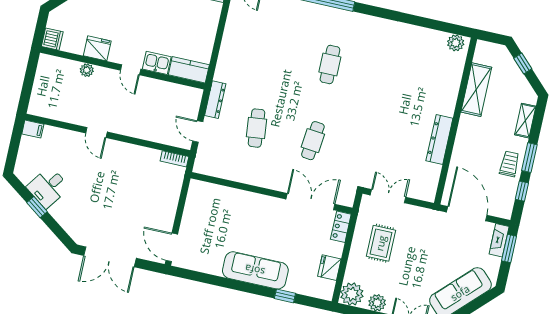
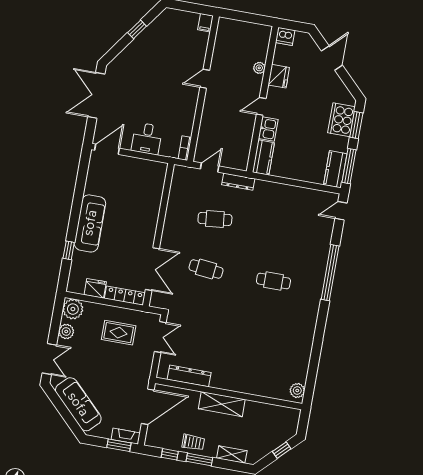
shelving: (476, 90) -> (222, 404), moved
dresser: (439, 139) -> (189, 376), moved
desk: (48, 187) -> (147, 139), moved, turned -126
locker: (341, 227) -> (125, 296), width x1.53

